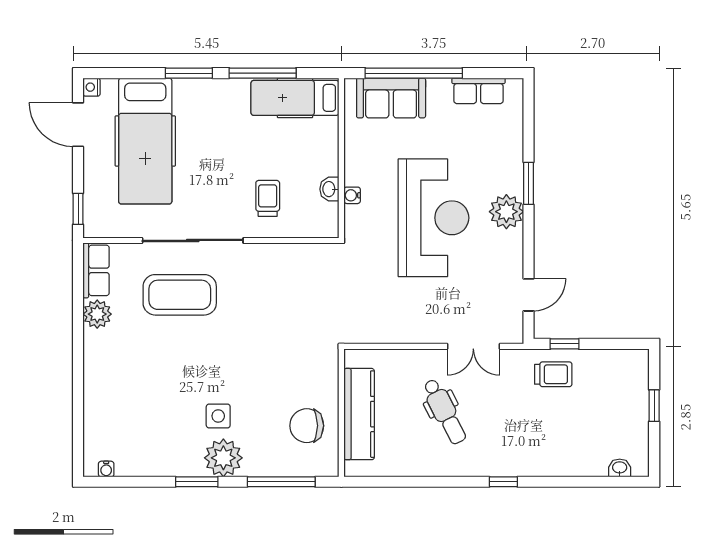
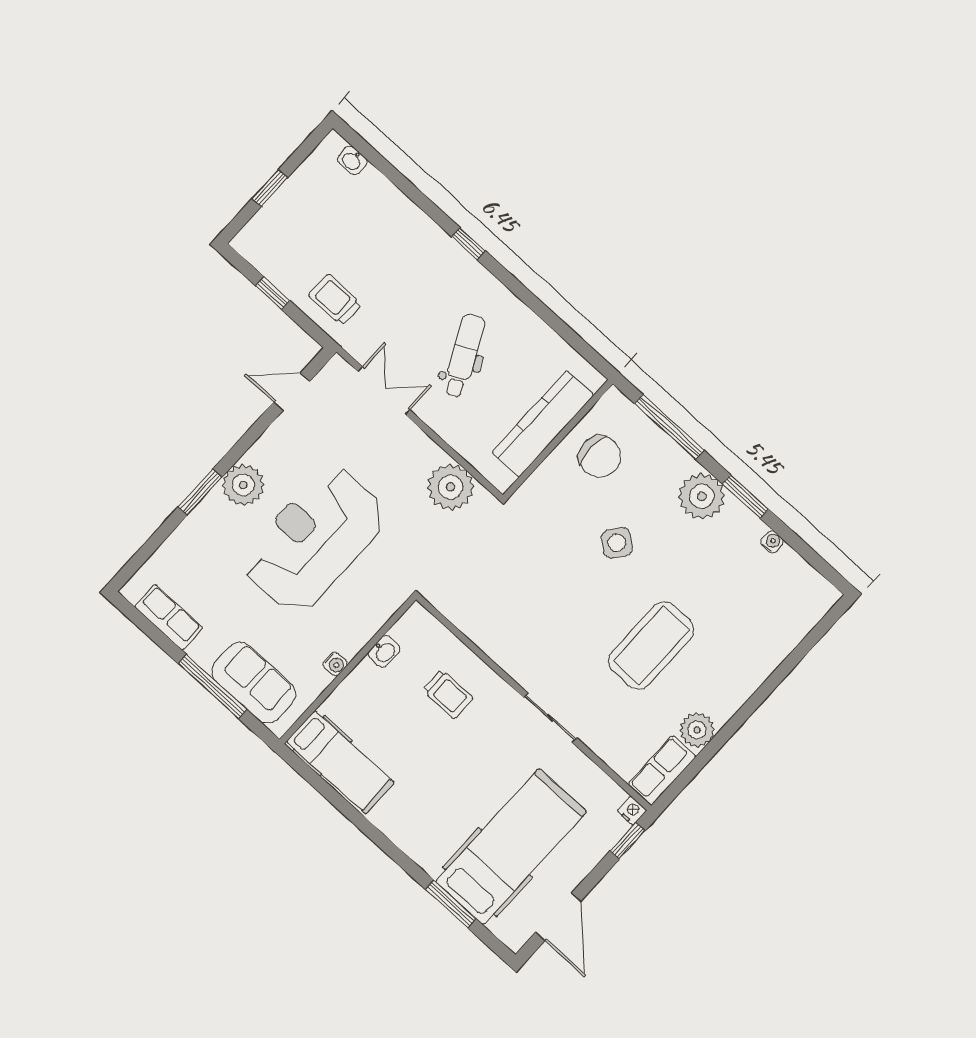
window: (189, 73) -> (451, 904), moved
window: (263, 73) -> (349, 811), removed
window: (414, 73) -> (213, 687), width x0.68
nightstand: (92, 87) -> (632, 811), moved, turned -90
water cooler: (352, 195) -> (335, 664), moved
trolley: (268, 198) -> (448, 694), turned -90
sliding door: (193, 240) -> (550, 718), width x0.54
coffee table: (180, 295) -> (651, 646), moved, turned 90
plant: (380, 325) -> (451, 487), added
window: (564, 344) -> (273, 293), moved
side table: (218, 416) -> (617, 543), moved, turned 37
water cooler: (106, 469) -> (772, 542), moved

